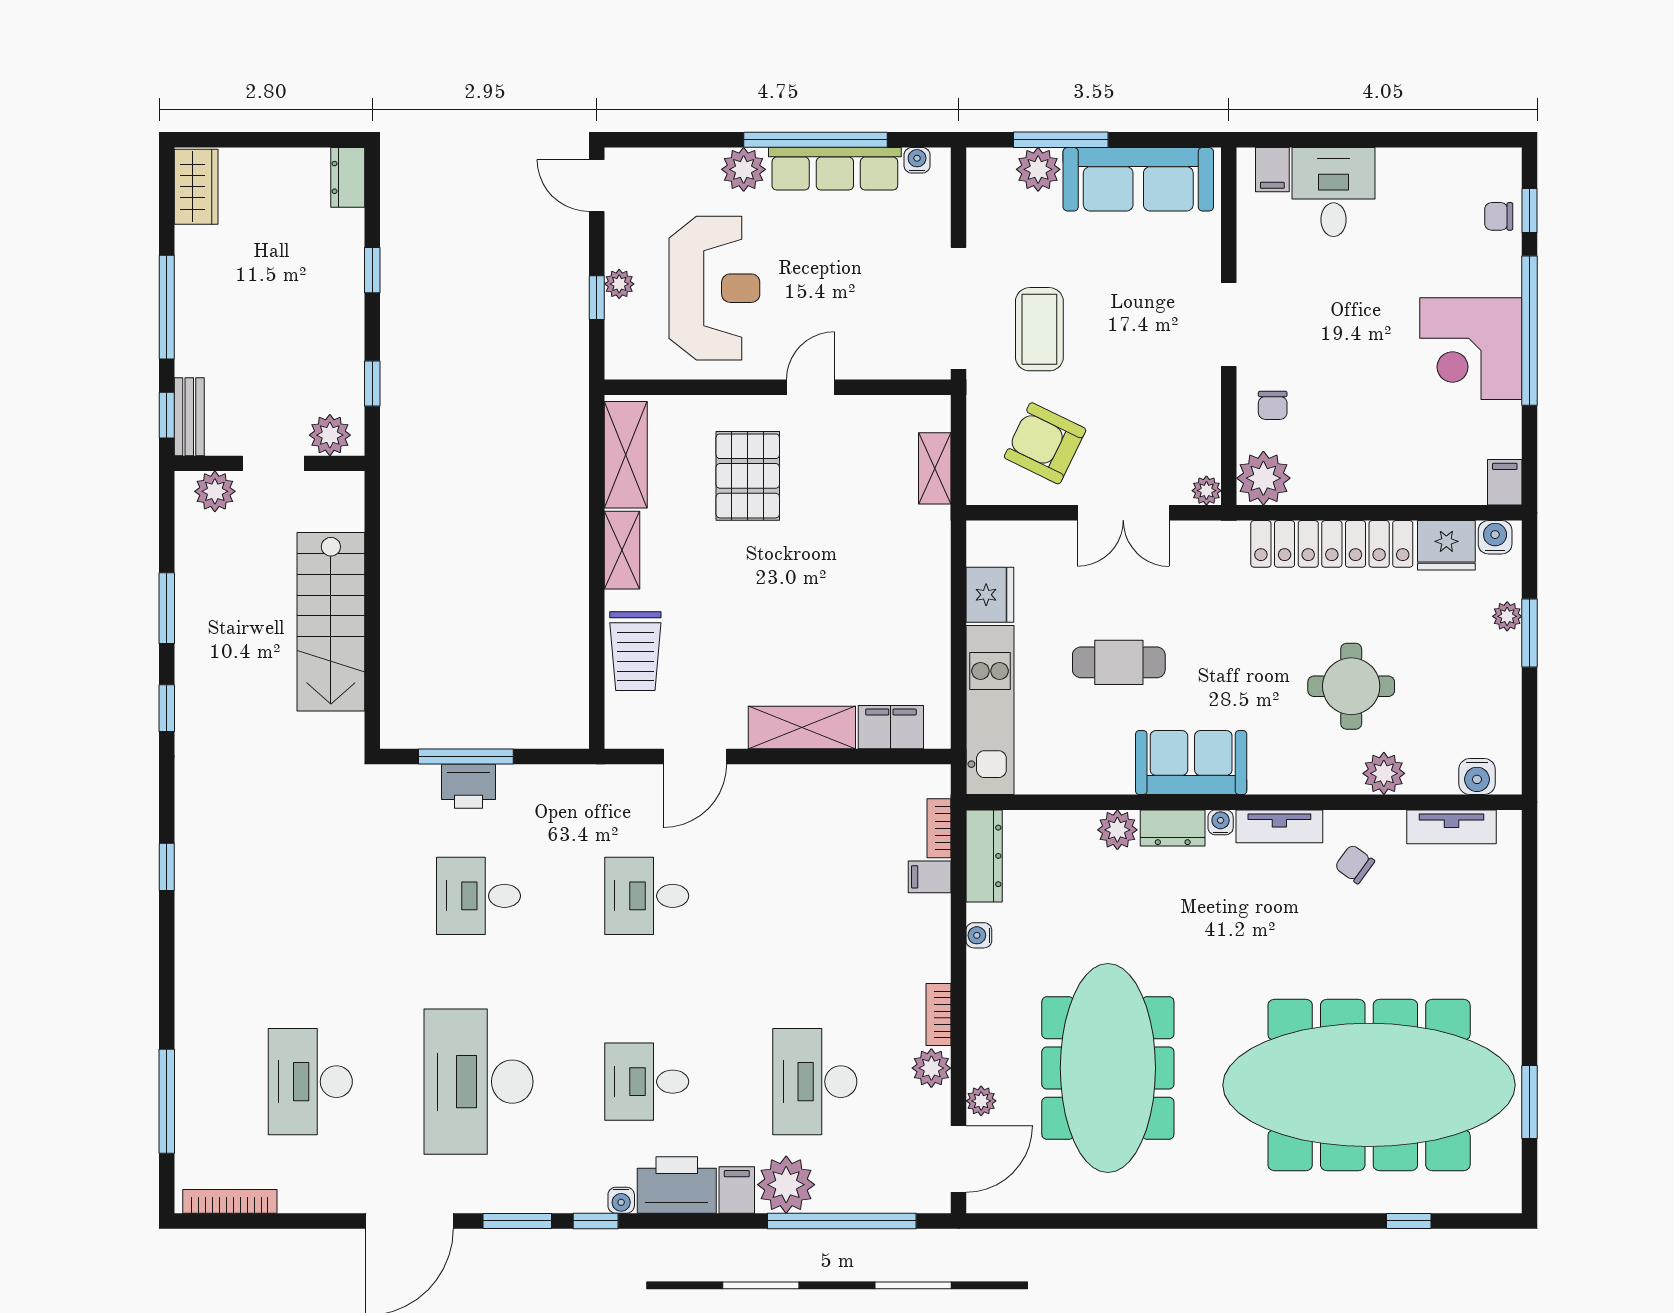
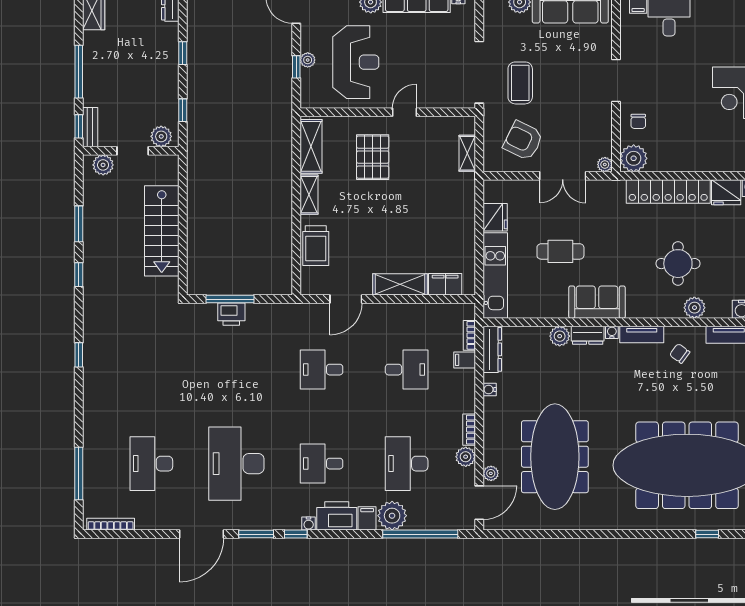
desk: (479, 896) -> (407, 370), moved, turned 180

